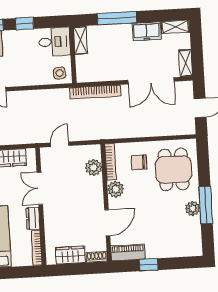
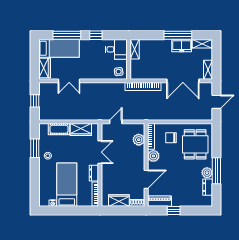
window: (117, 18) -> (178, 35), moved
double door: (40, 188) -> (100, 152), swing flipped
dresser: (195, 229) -> (208, 187), added

